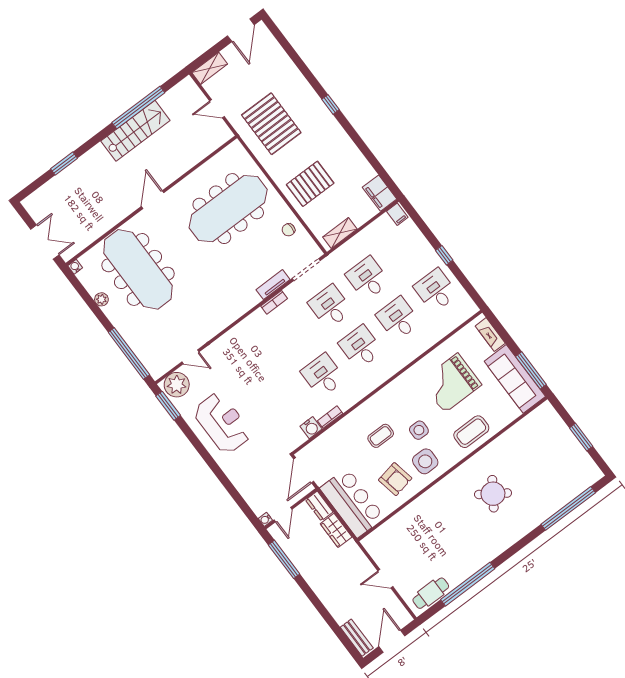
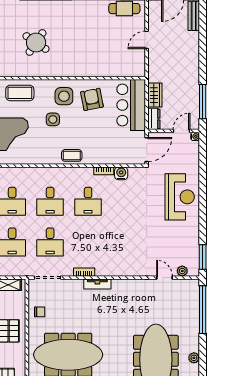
tv unit: (273, 285) -> (97, 284), moved
plant: (177, 385) -> (182, 271), width x0.53, depth x0.53
reception desk: (222, 423) -> (180, 197), moved, turned 180
coffee table: (381, 436) -> (72, 155), moved
door: (385, 579) -> (147, 40), swing flipped

